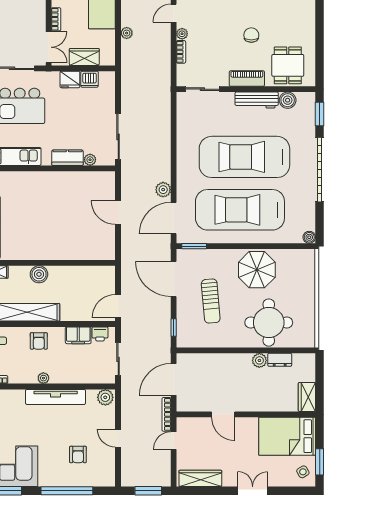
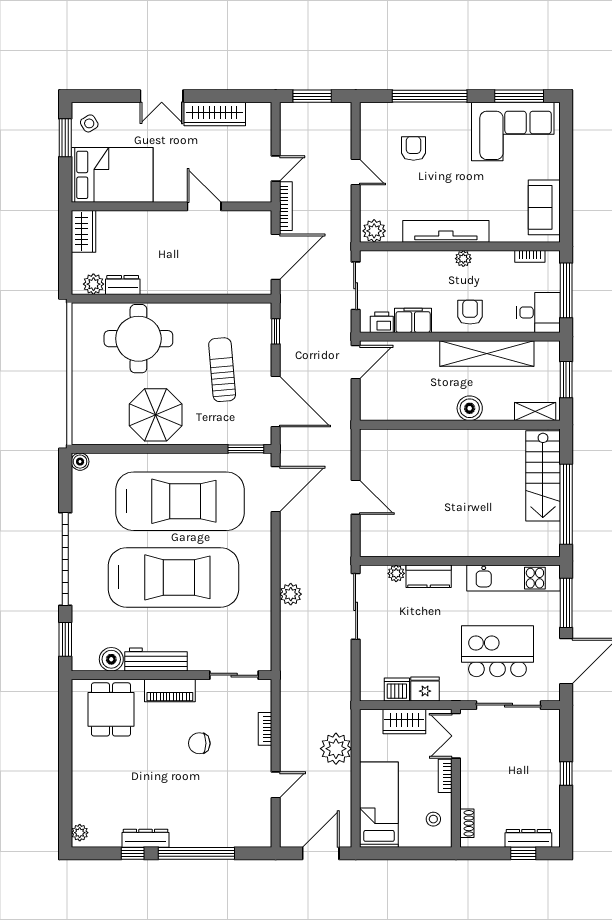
plant: (127, 33) -> (336, 749), width x1.88, depth x1.88
plant: (182, 34) -> (263, 755), removed
chair: (251, 35) -> (199, 743), moved, turned 90
plant: (163, 190) -> (291, 594), moved
plant: (259, 360) -> (93, 284), moved
wardrobe: (200, 478) -> (215, 114), moved

